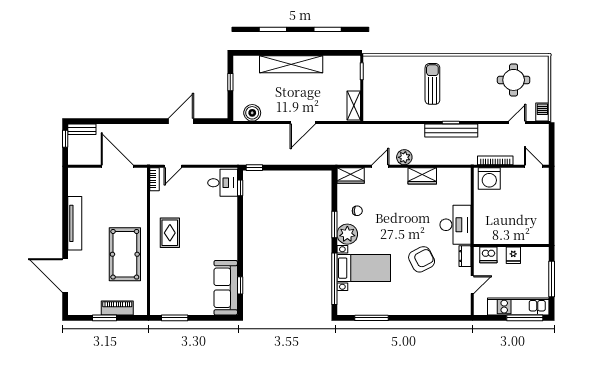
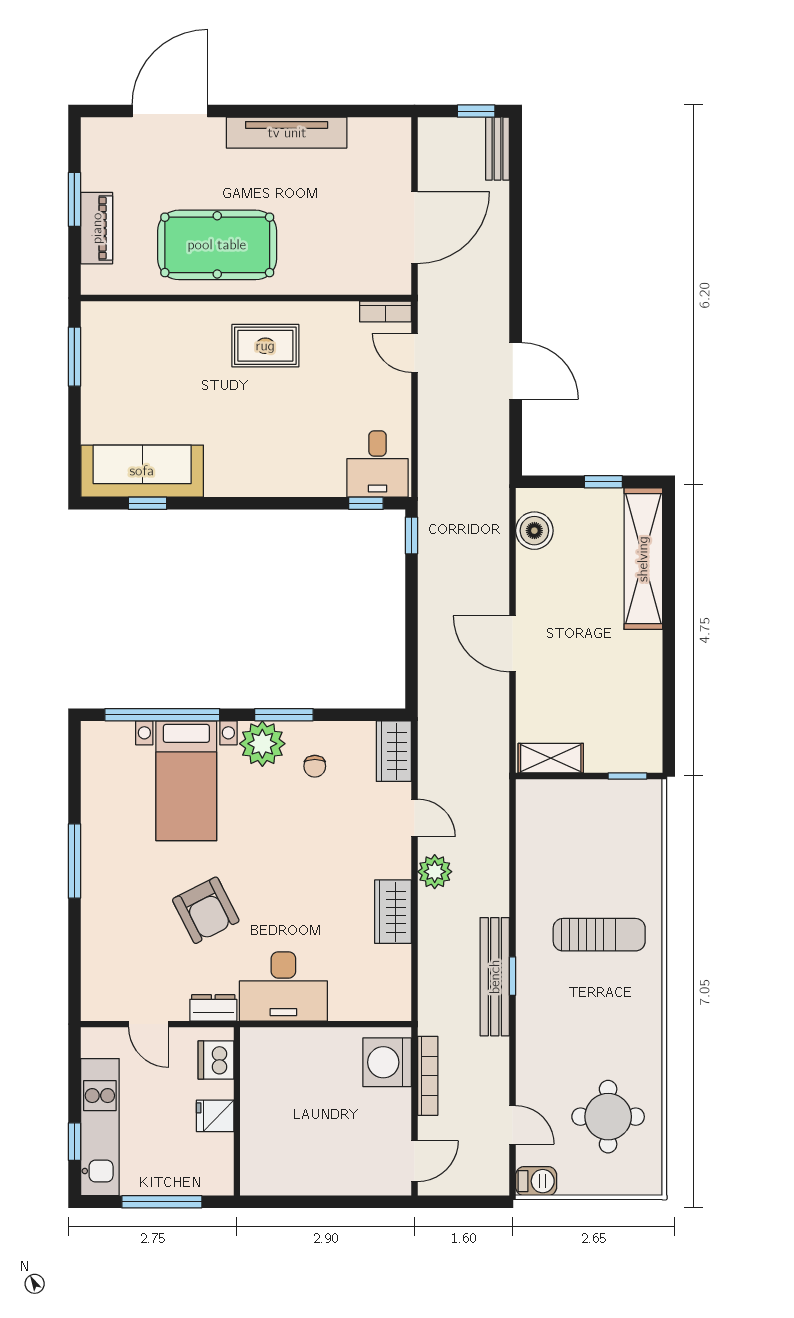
shelving: (291, 64) -> (643, 559), moved
window: (372, 318) -> (74, 861), moved
window: (525, 318) -> (74, 1142), width x0.46

